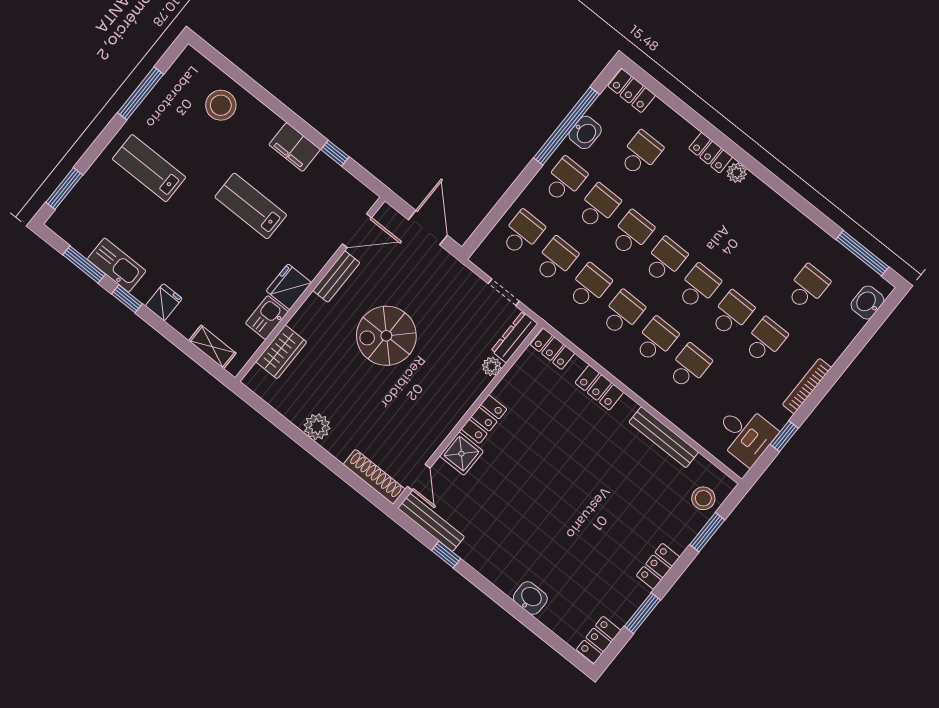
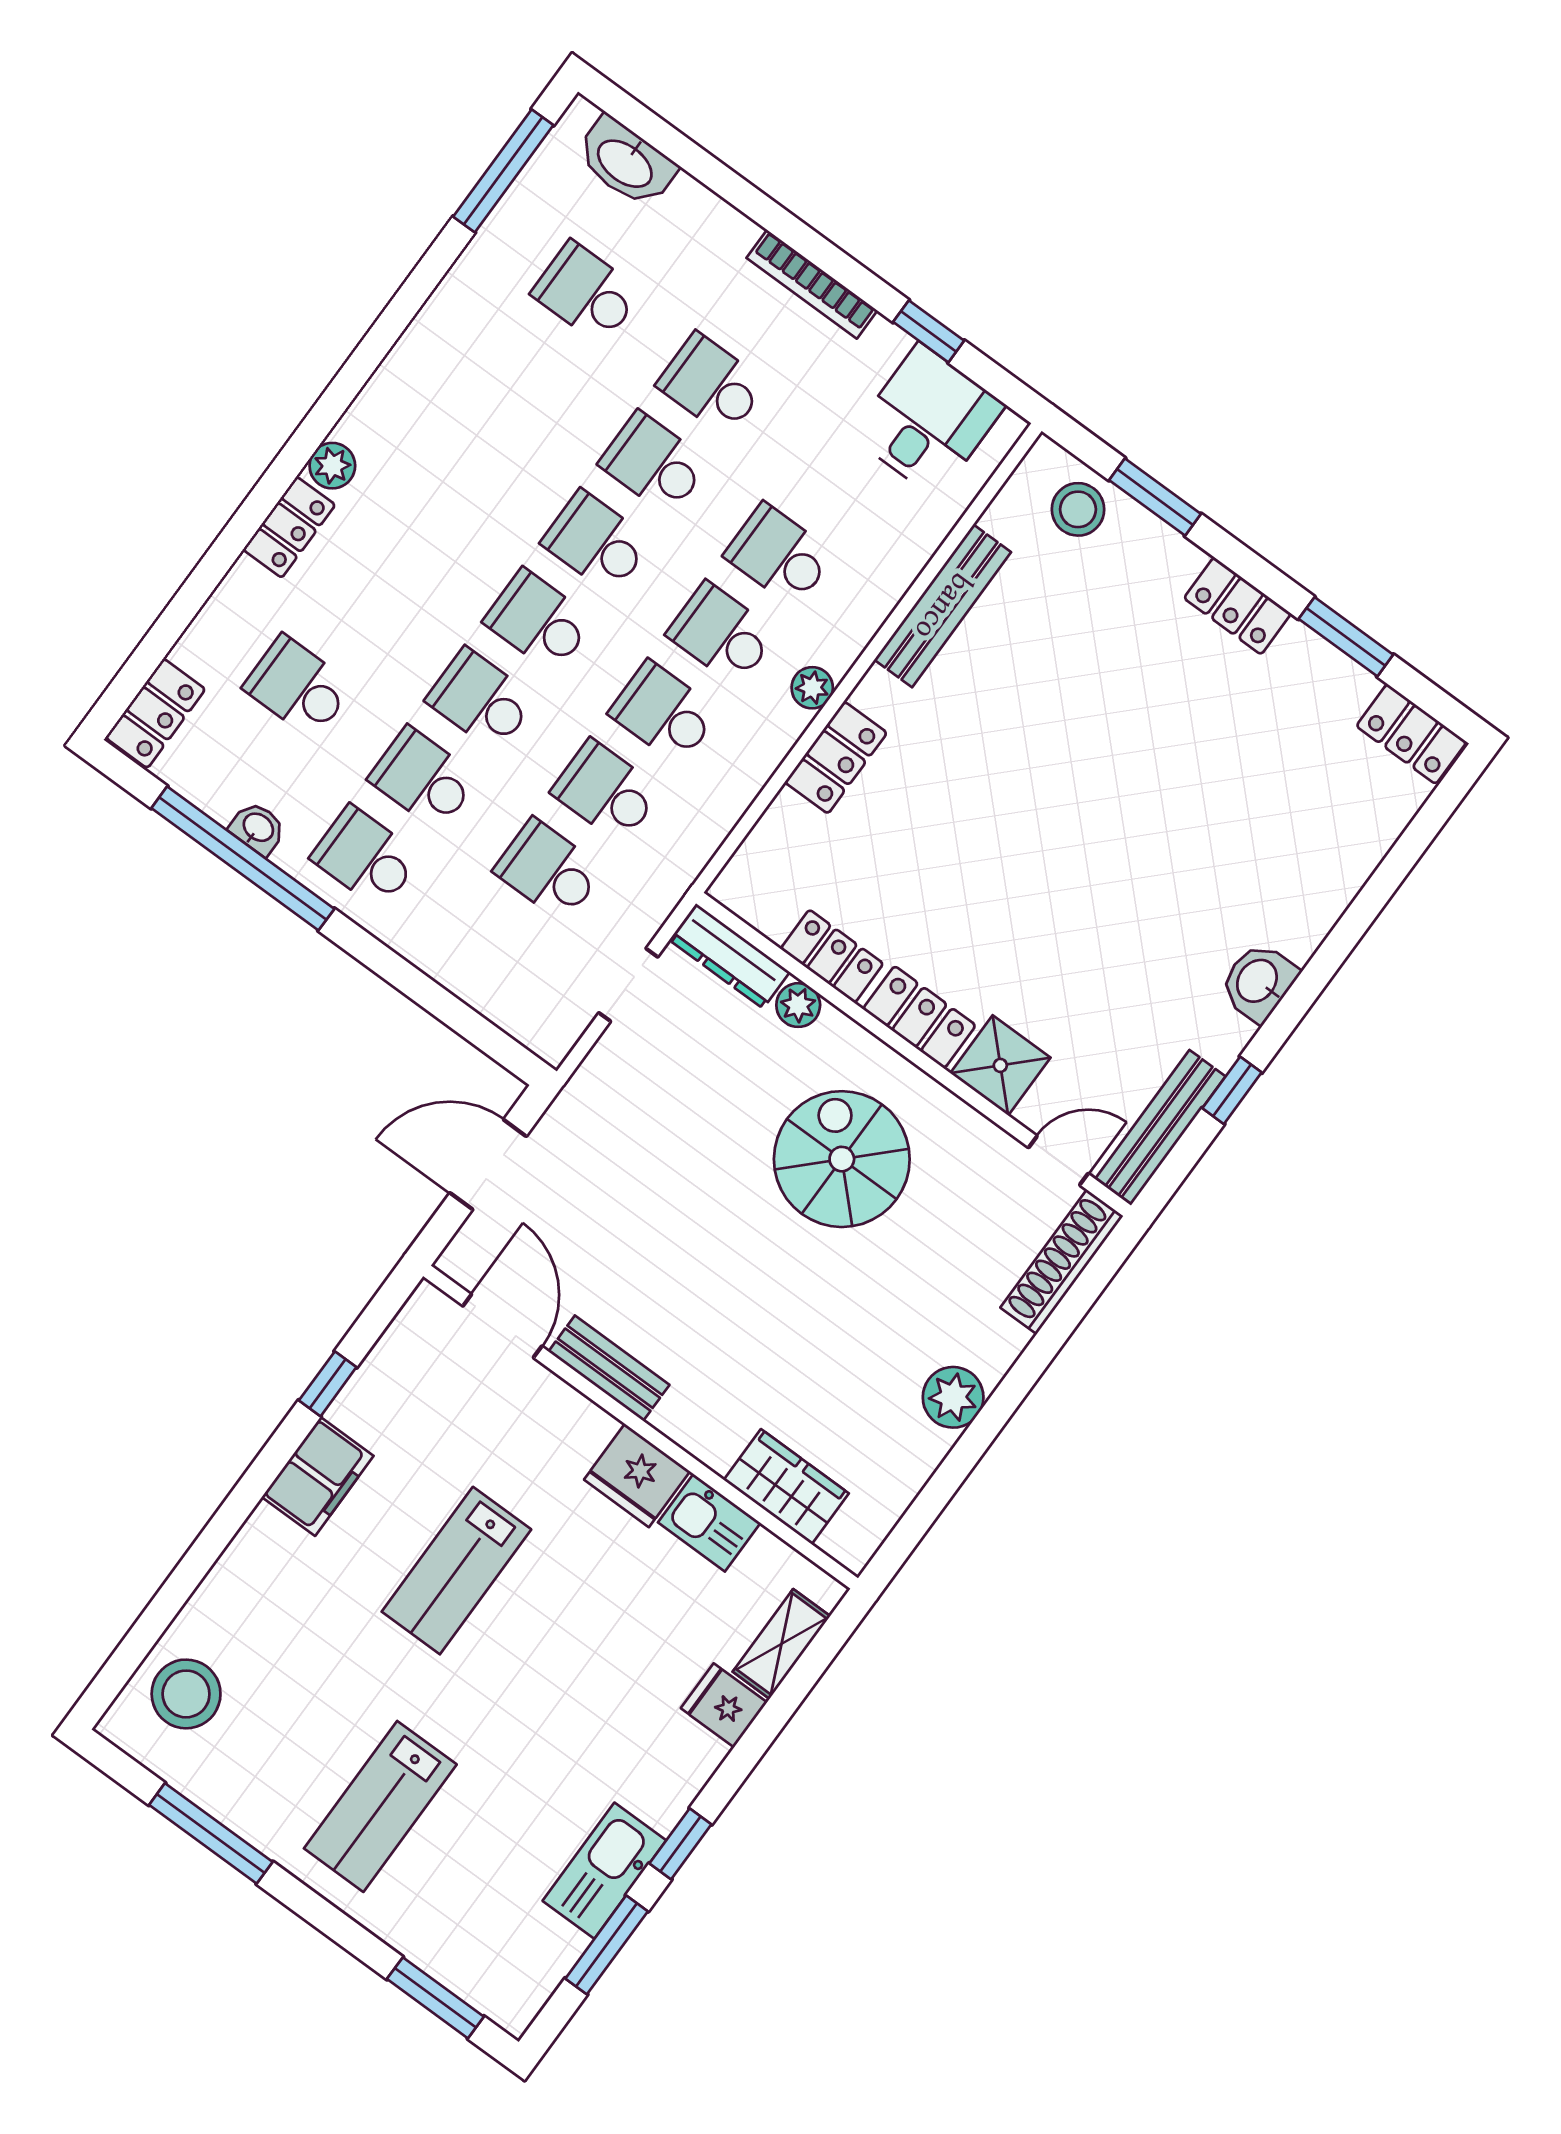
stool: (221, 105) -> (186, 1694), moved
washbasin: (585, 132) -> (258, 828), width x0.72, depth x0.69
school desk: (522, 233) -> (491, 949), removed
fridge: (164, 302) -> (724, 1705), moved
washbasin: (867, 303) -> (626, 162), width x1.38
spiral stairs: (386, 336) -> (842, 1159), moved, turned 180
locker: (553, 349) -> (832, 956), moved, turned -90
plant: (630, 379) -> (812, 688), added
washbasin: (530, 598) -> (1258, 982), moved

